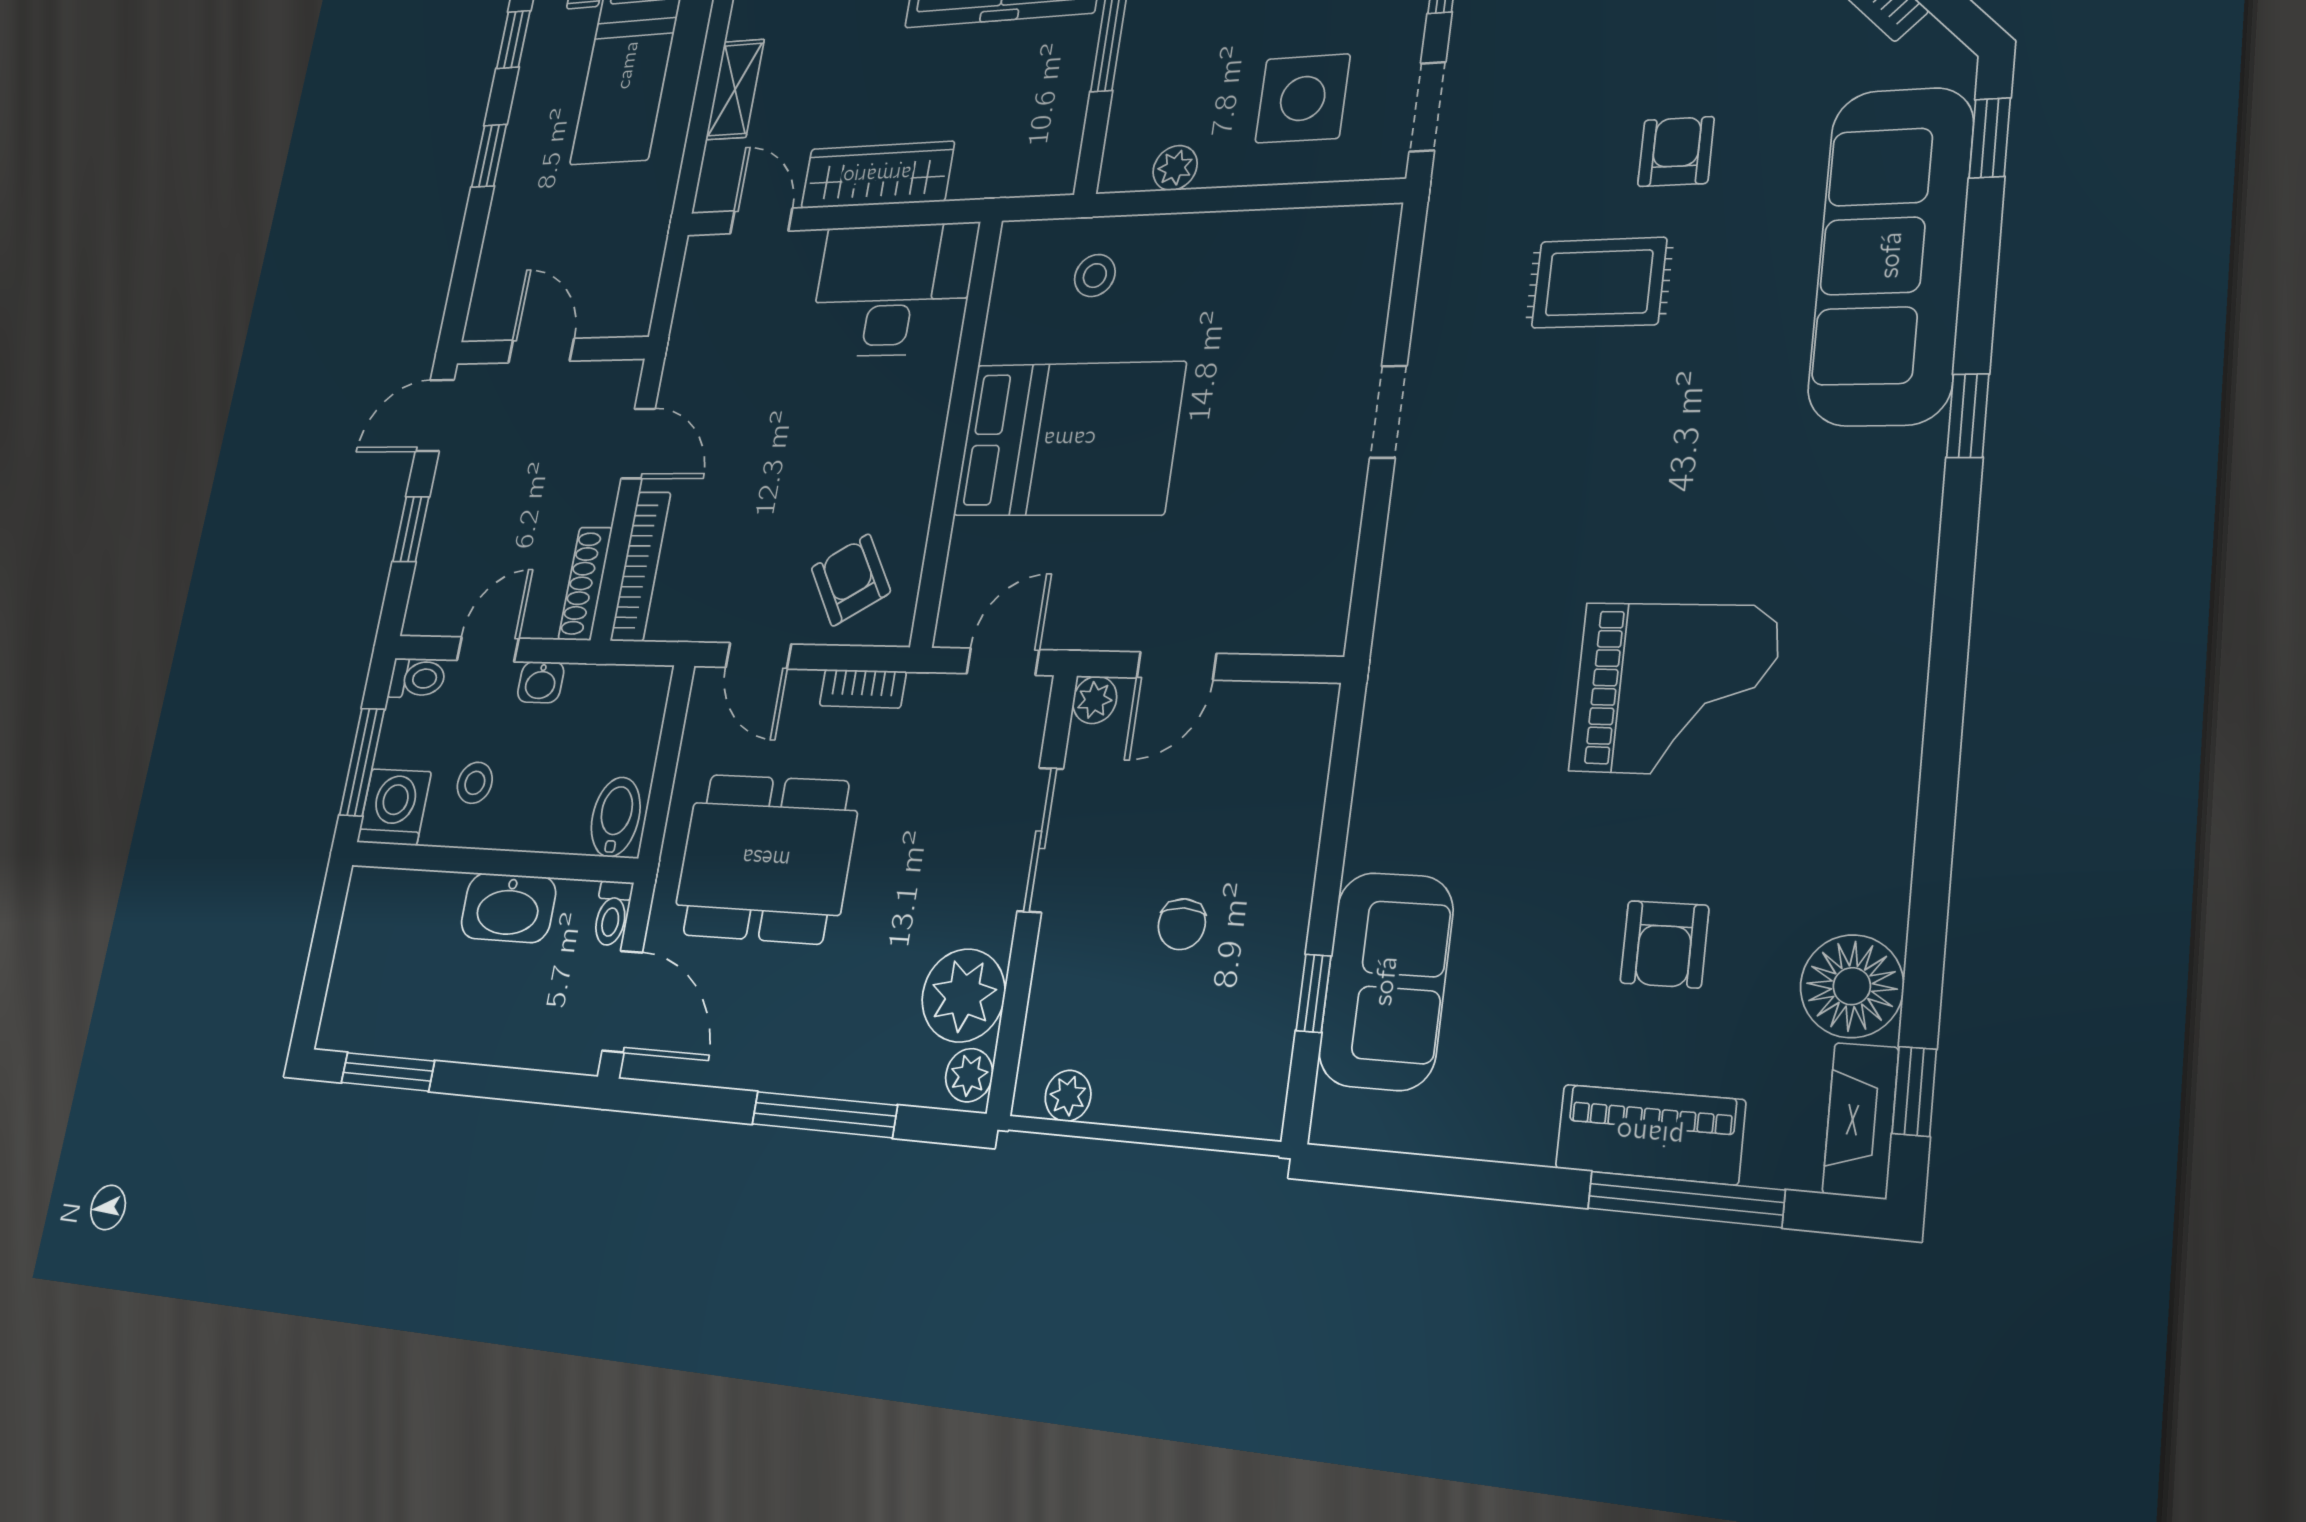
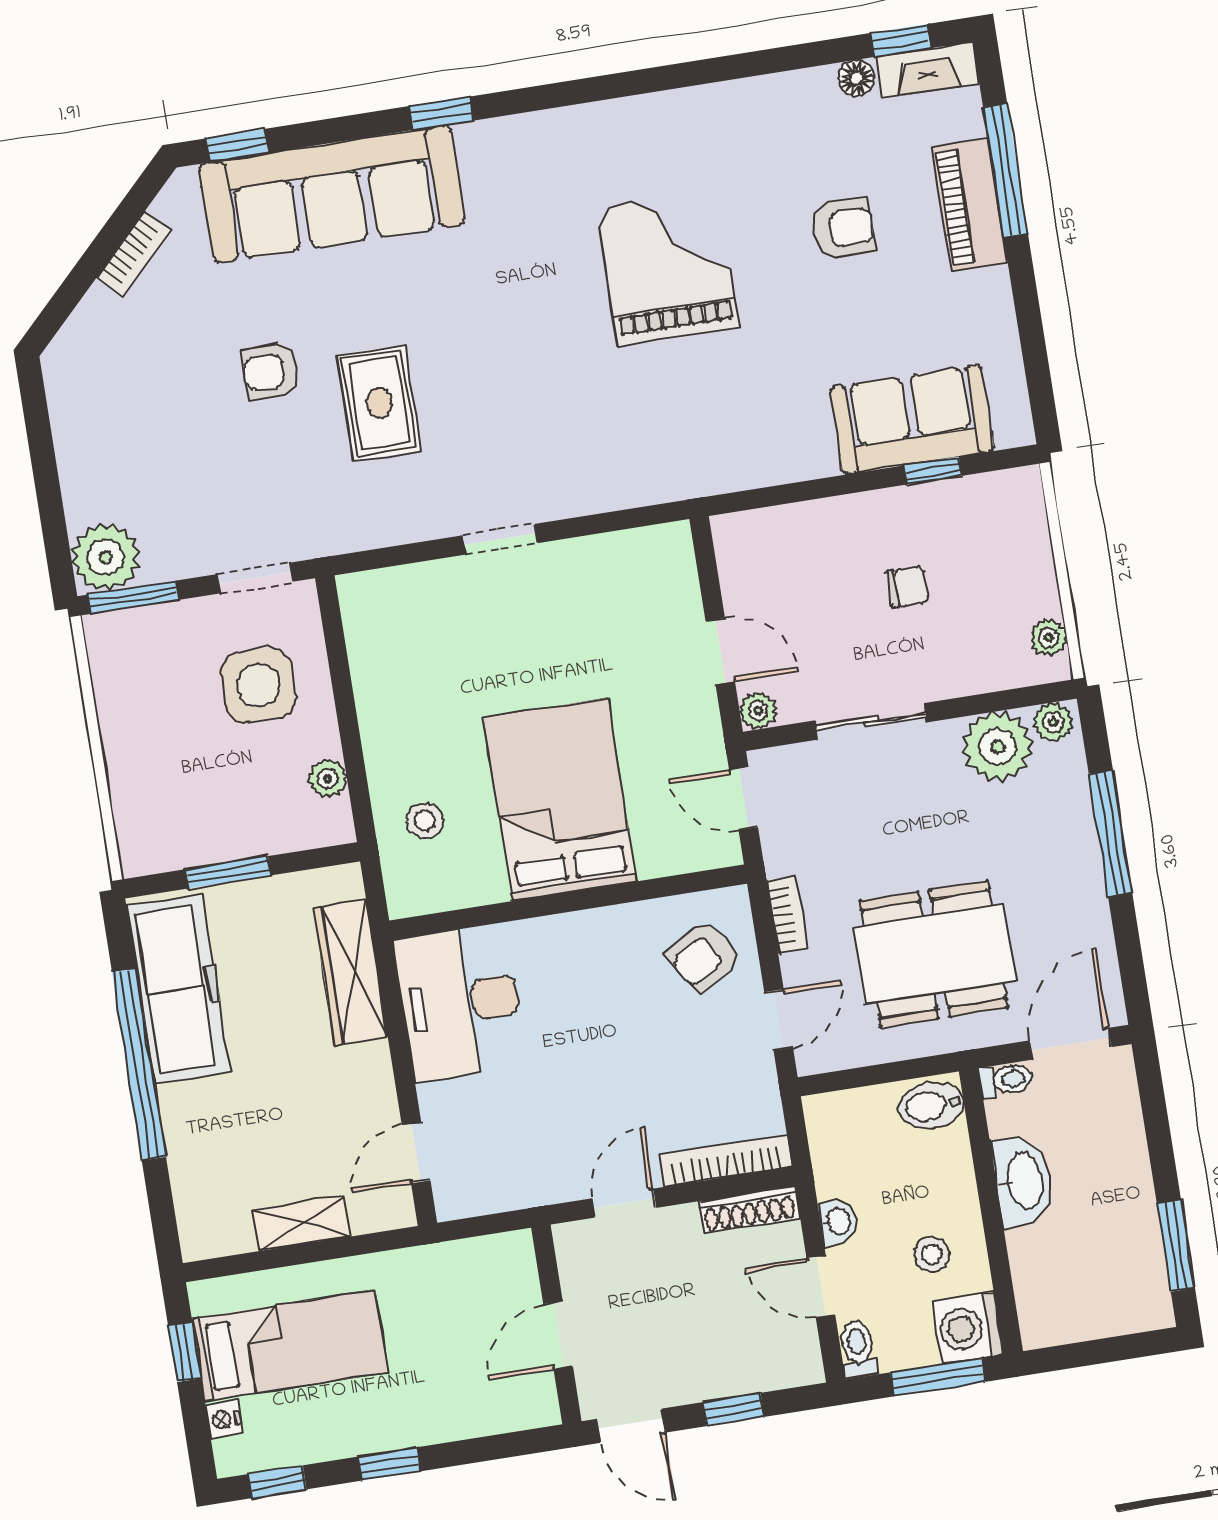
wardrobe: (877, 175) -> (351, 973), moved
dining table: (766, 858) -> (934, 954), turned 90
floor lamp: (1852, 986) -> (856, 78), width x0.53, depth x0.53

